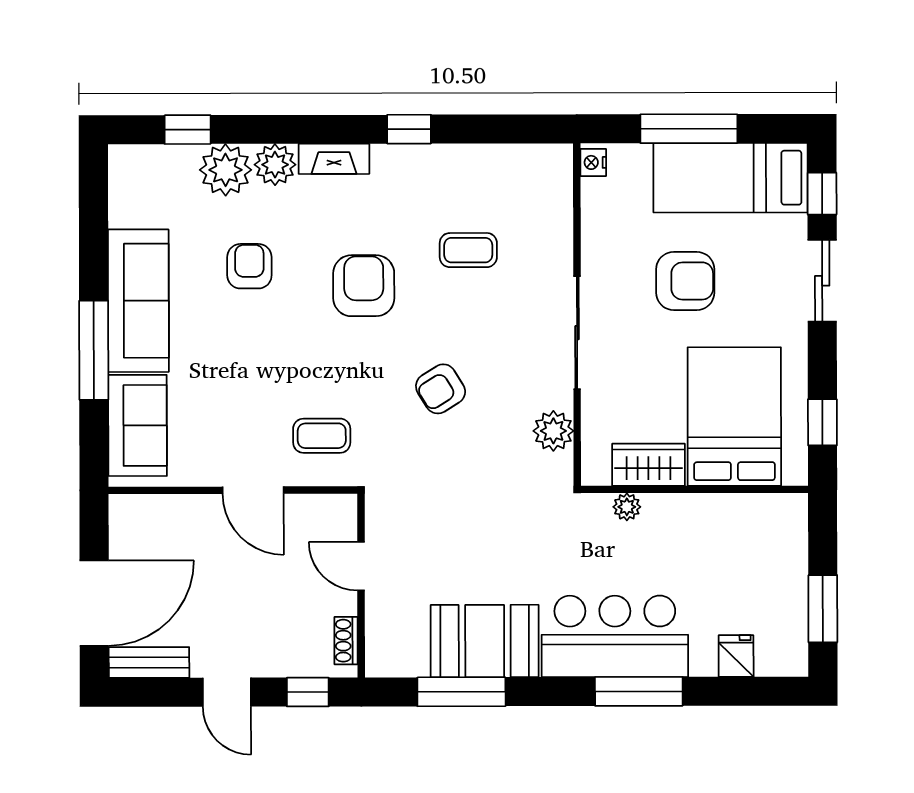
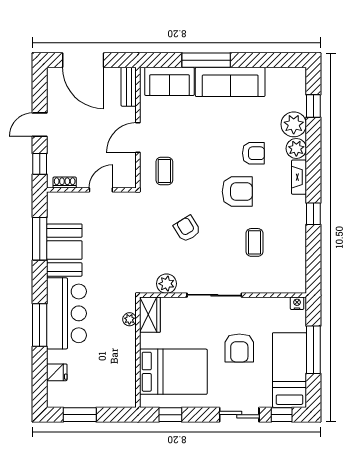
armchair: (249, 266) -> (253, 153), moved
wardrobe: (648, 465) -> (150, 315), moved
bench: (149, 663) -> (129, 87), moved

